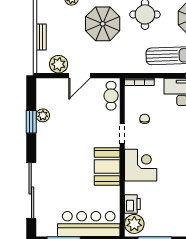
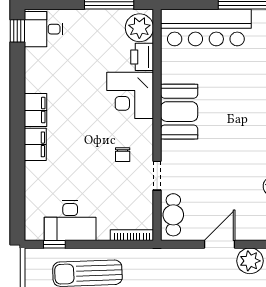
chair: (145, 119) -> (123, 155), moved
doorway: (122, 134) -> (157, 176), moved
corner desk: (141, 165) -> (130, 95), moved

